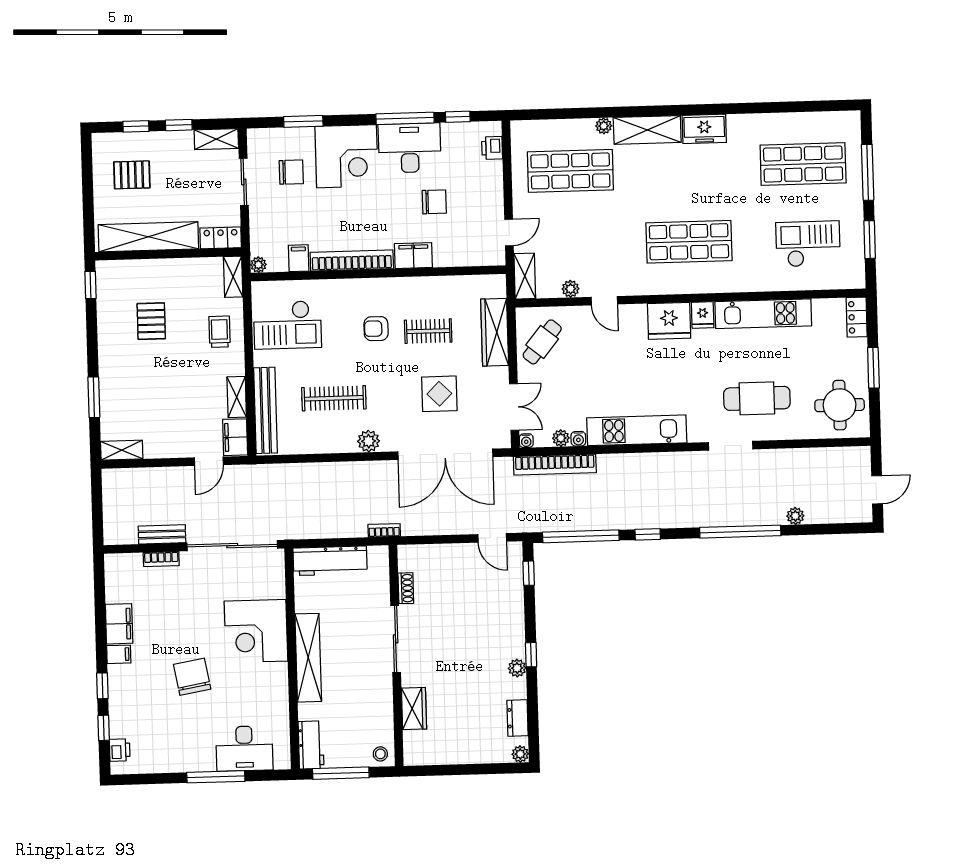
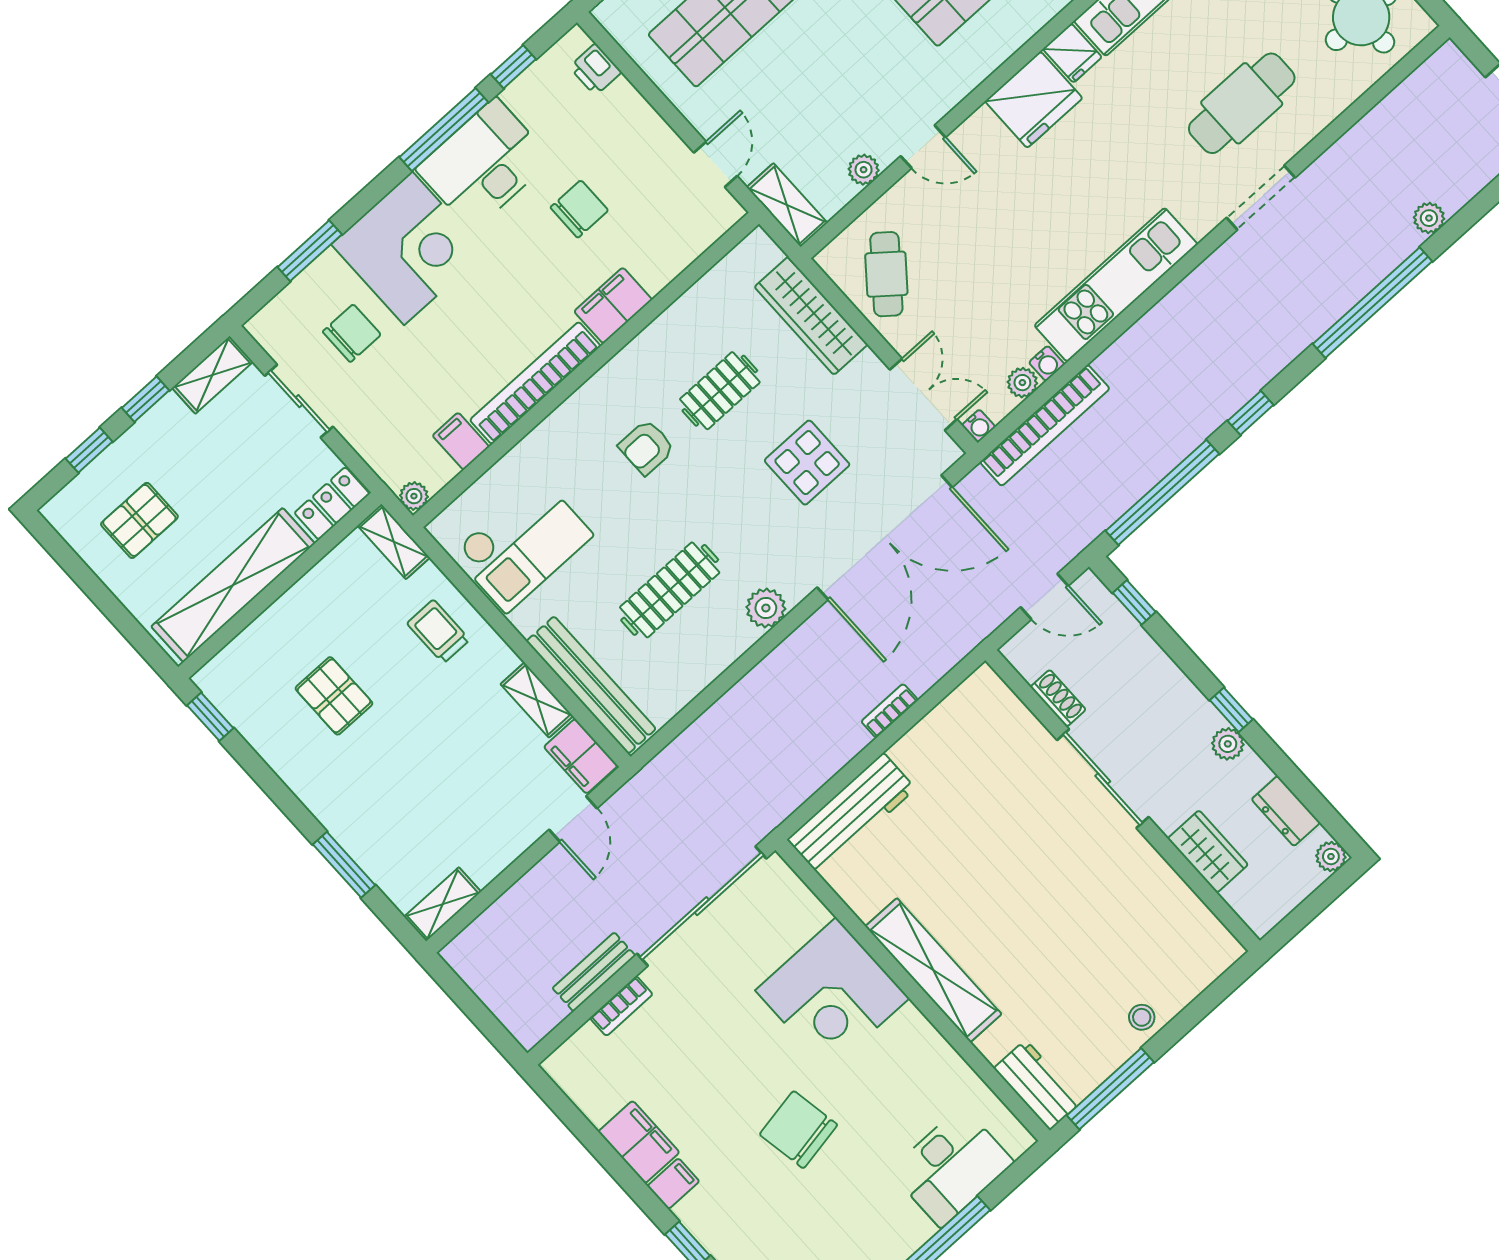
shoe rack: (406, 588) -> (1058, 698), moved
sliding door: (396, 639) -> (1103, 779), moved
wall: (396, 656) -> (1123, 801), moved
wardrobe: (414, 709) -> (1208, 852), moved

